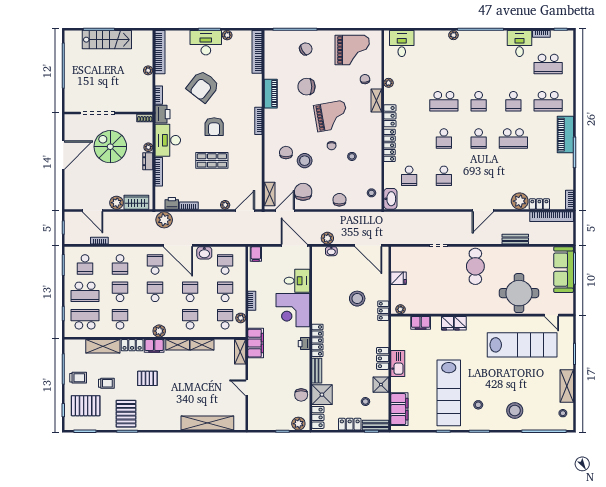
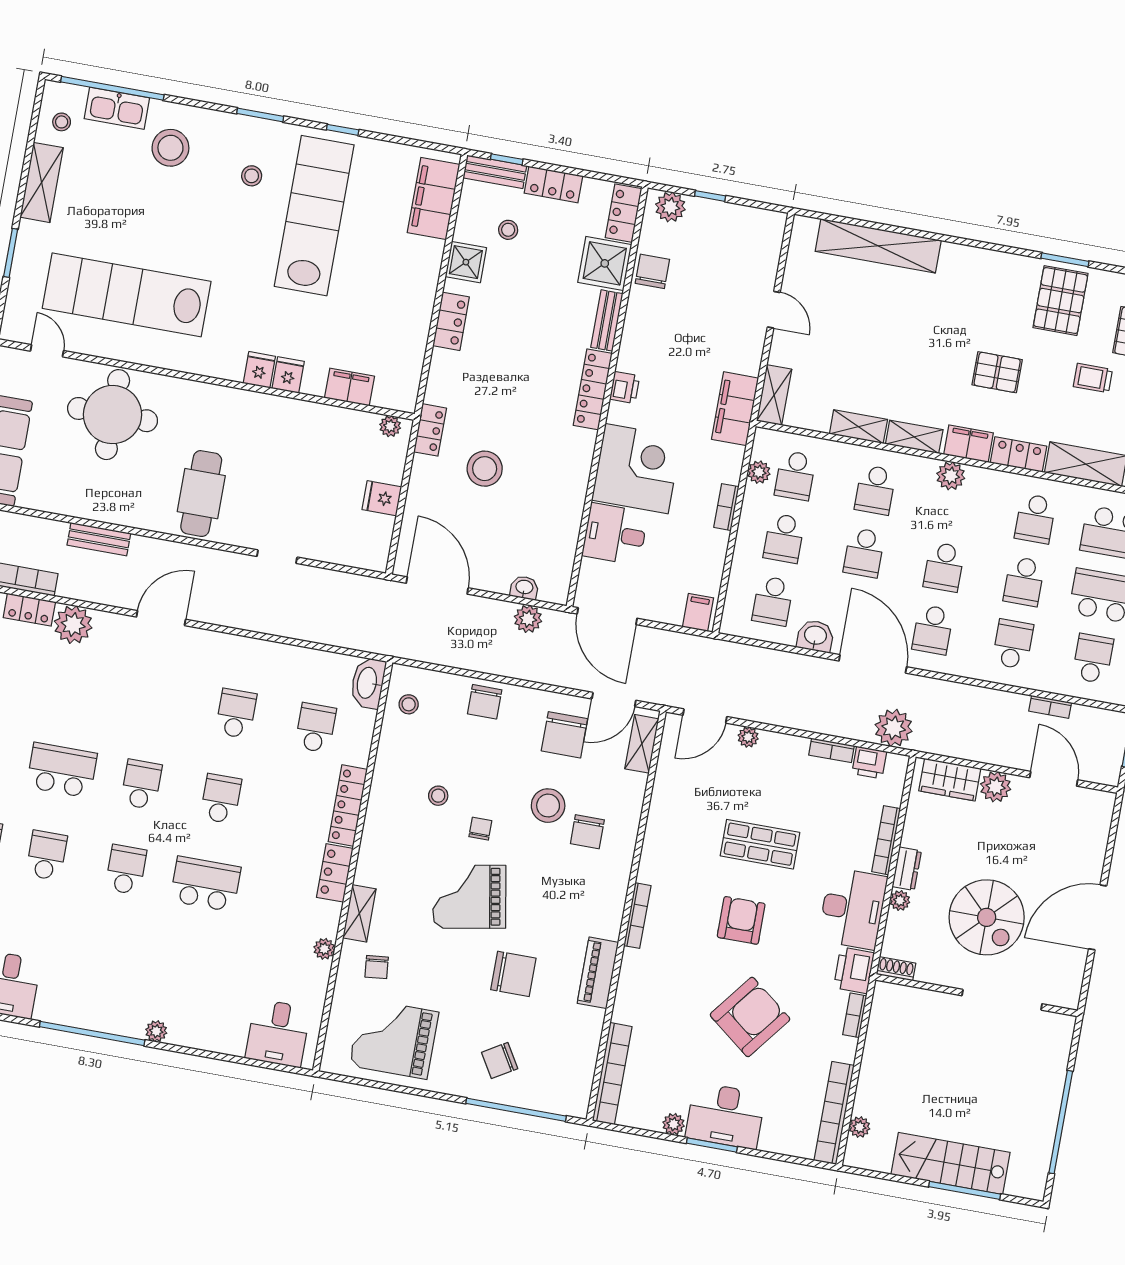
plant: (148, 70) -> (860, 1127), moved
kitchen sink: (398, 363) -> (117, 108), moved, turned -90

